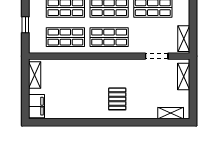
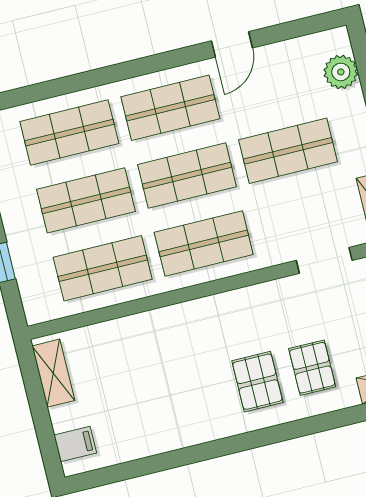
pallet: (141, 99) -> (312, 368), added
filing cabinet: (36, 106) -> (75, 444), width x0.50

